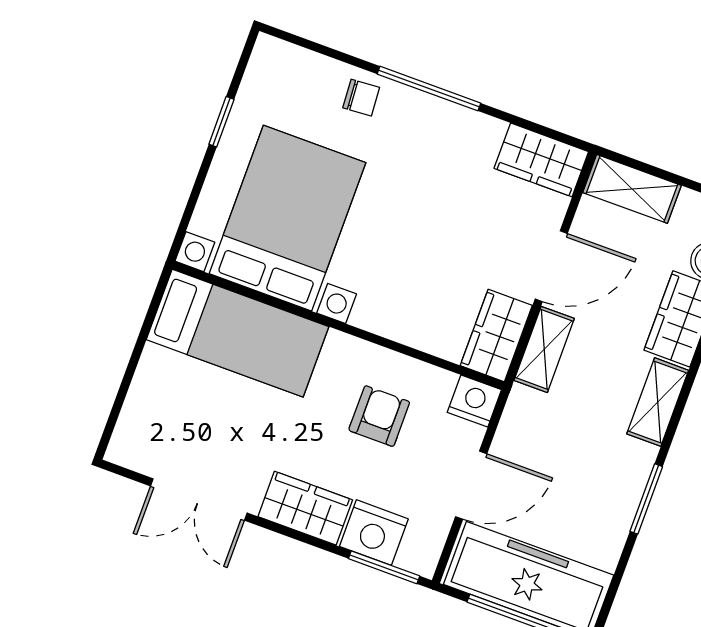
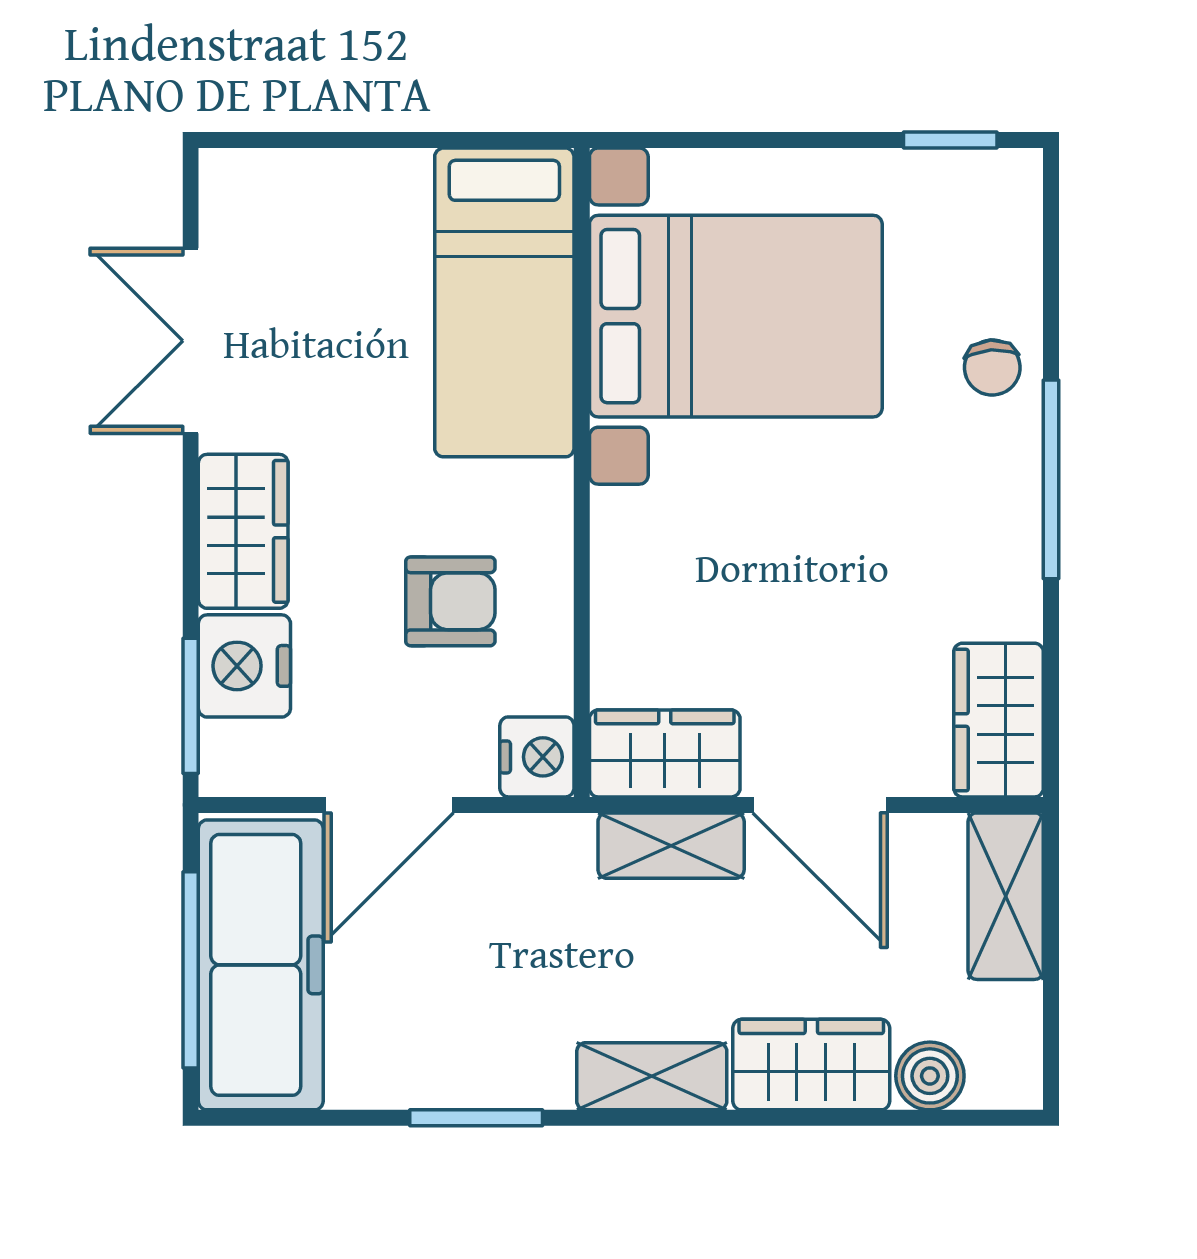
window: (221, 122) -> (950, 140), moved
door: (471, 485) -> (389, 805), hinge flipped

